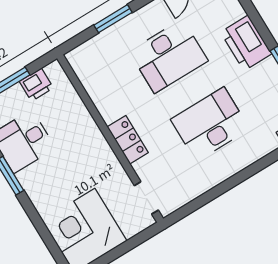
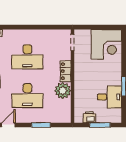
desk: (169, 56) -> (27, 96), turned 180
plant: (112, 102) -> (63, 91), added

